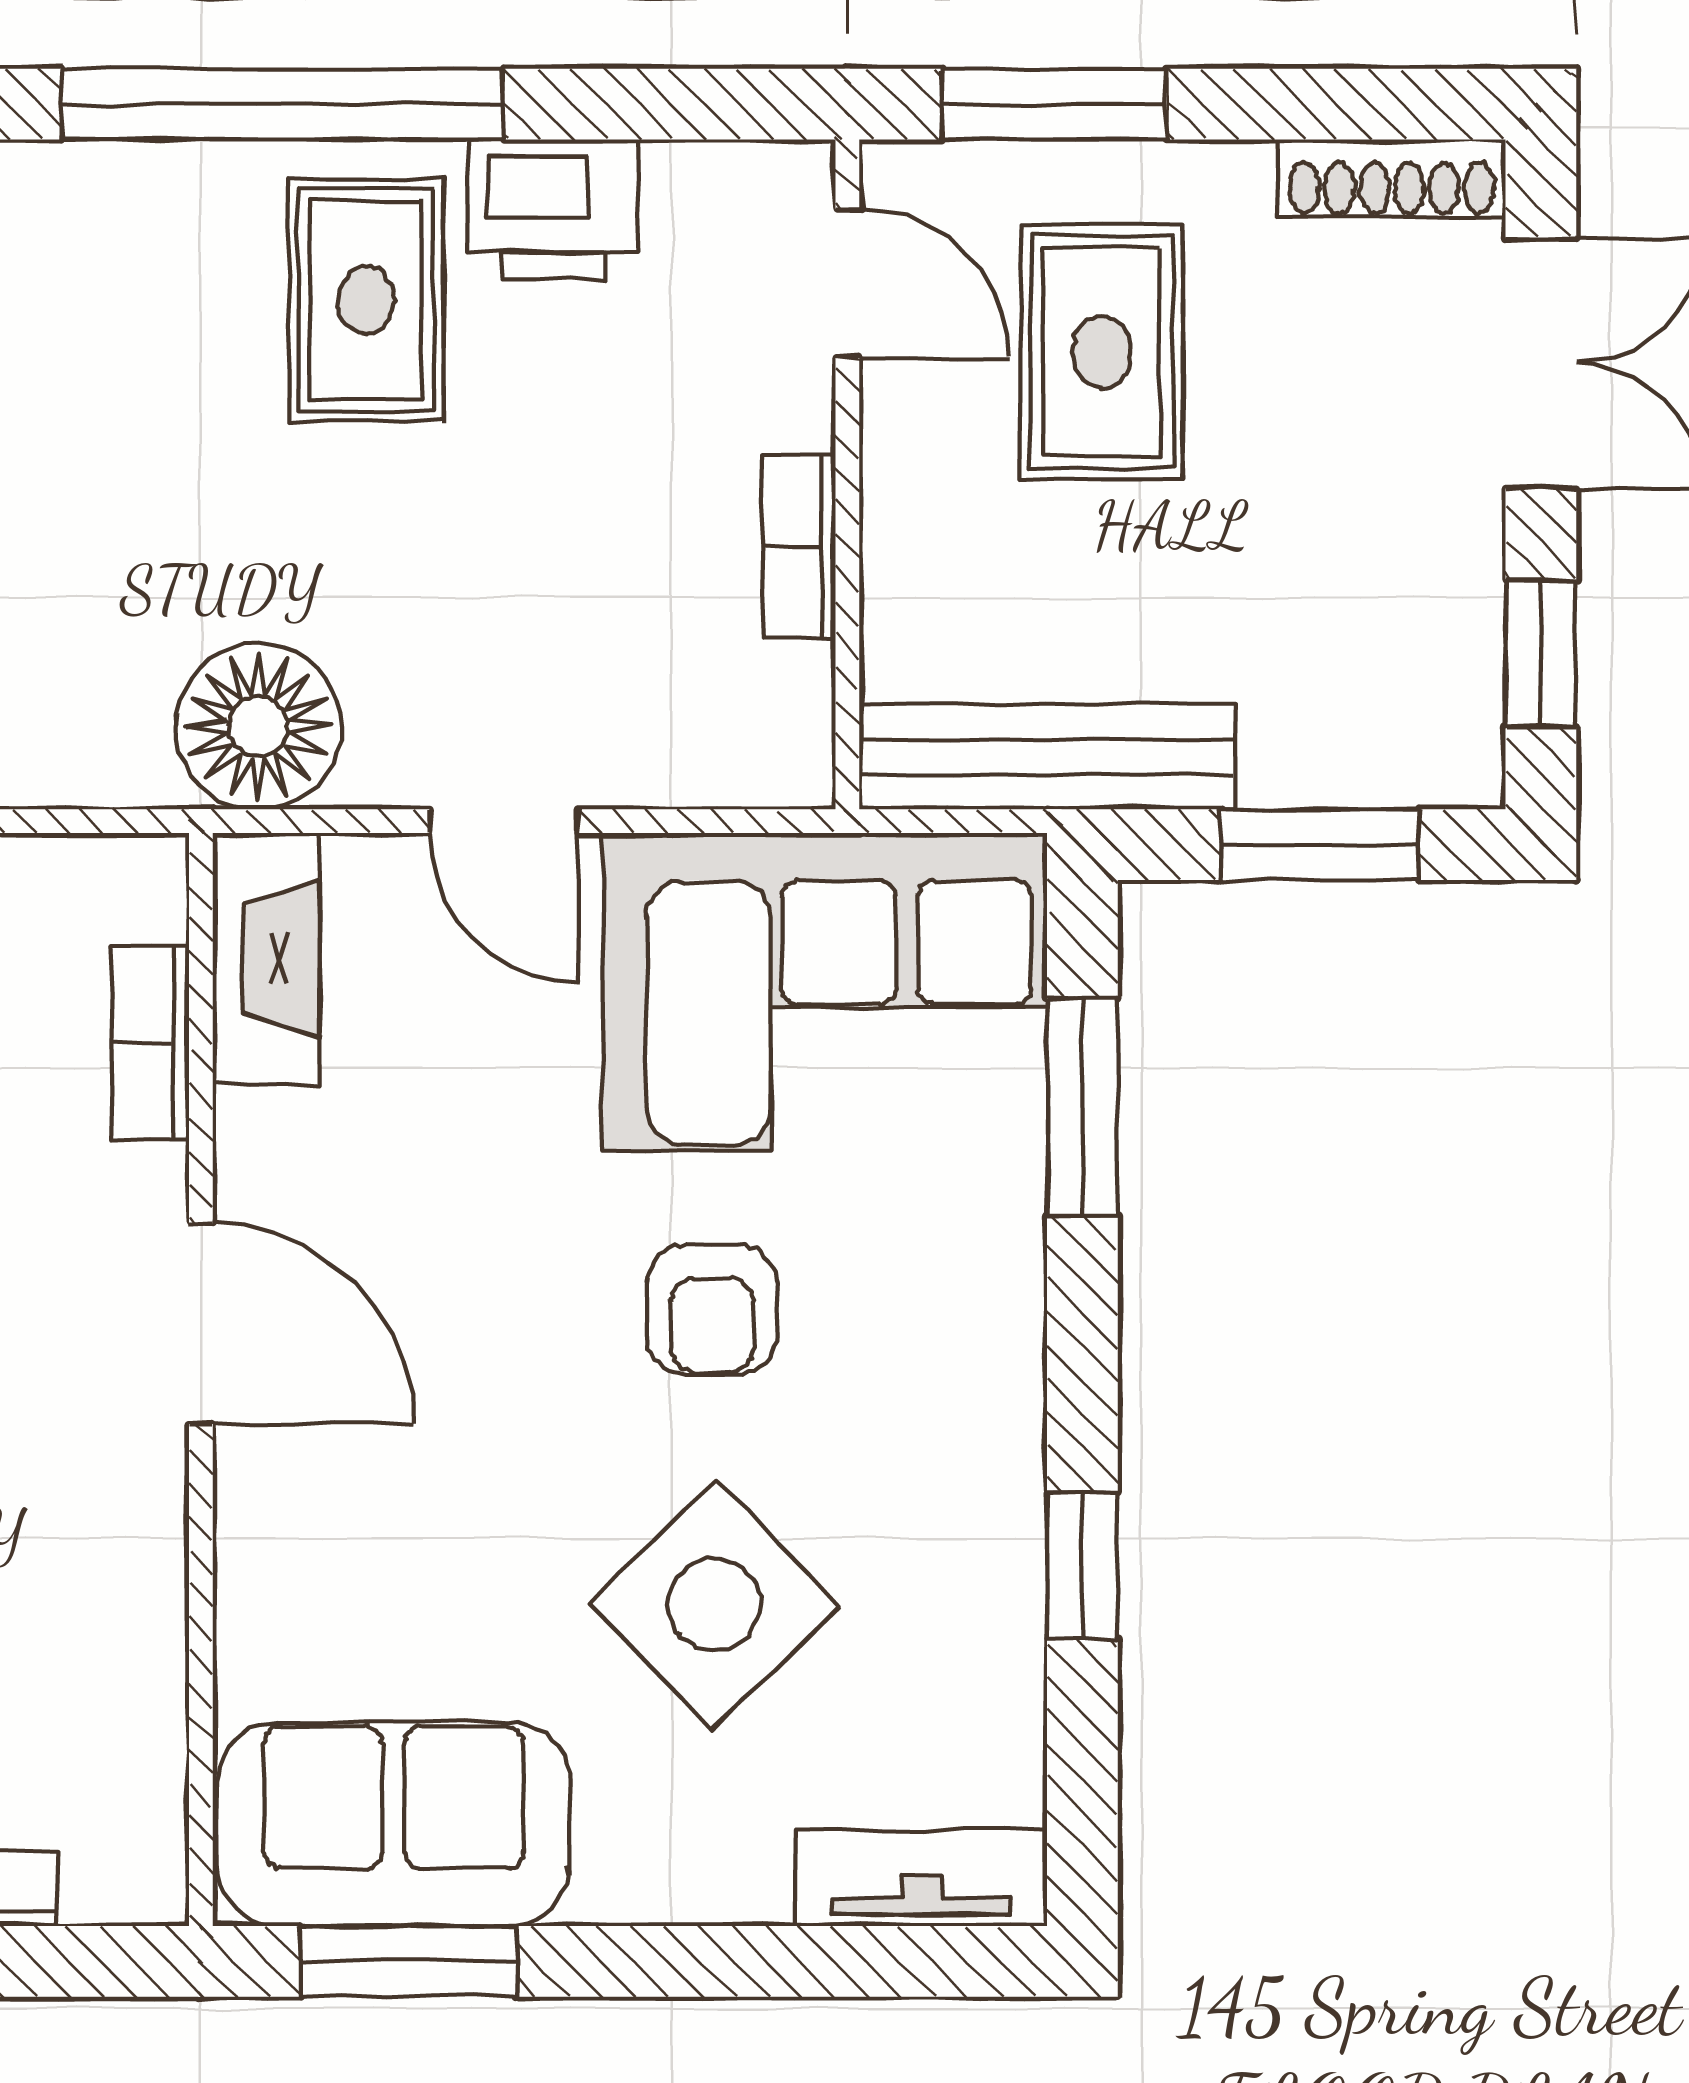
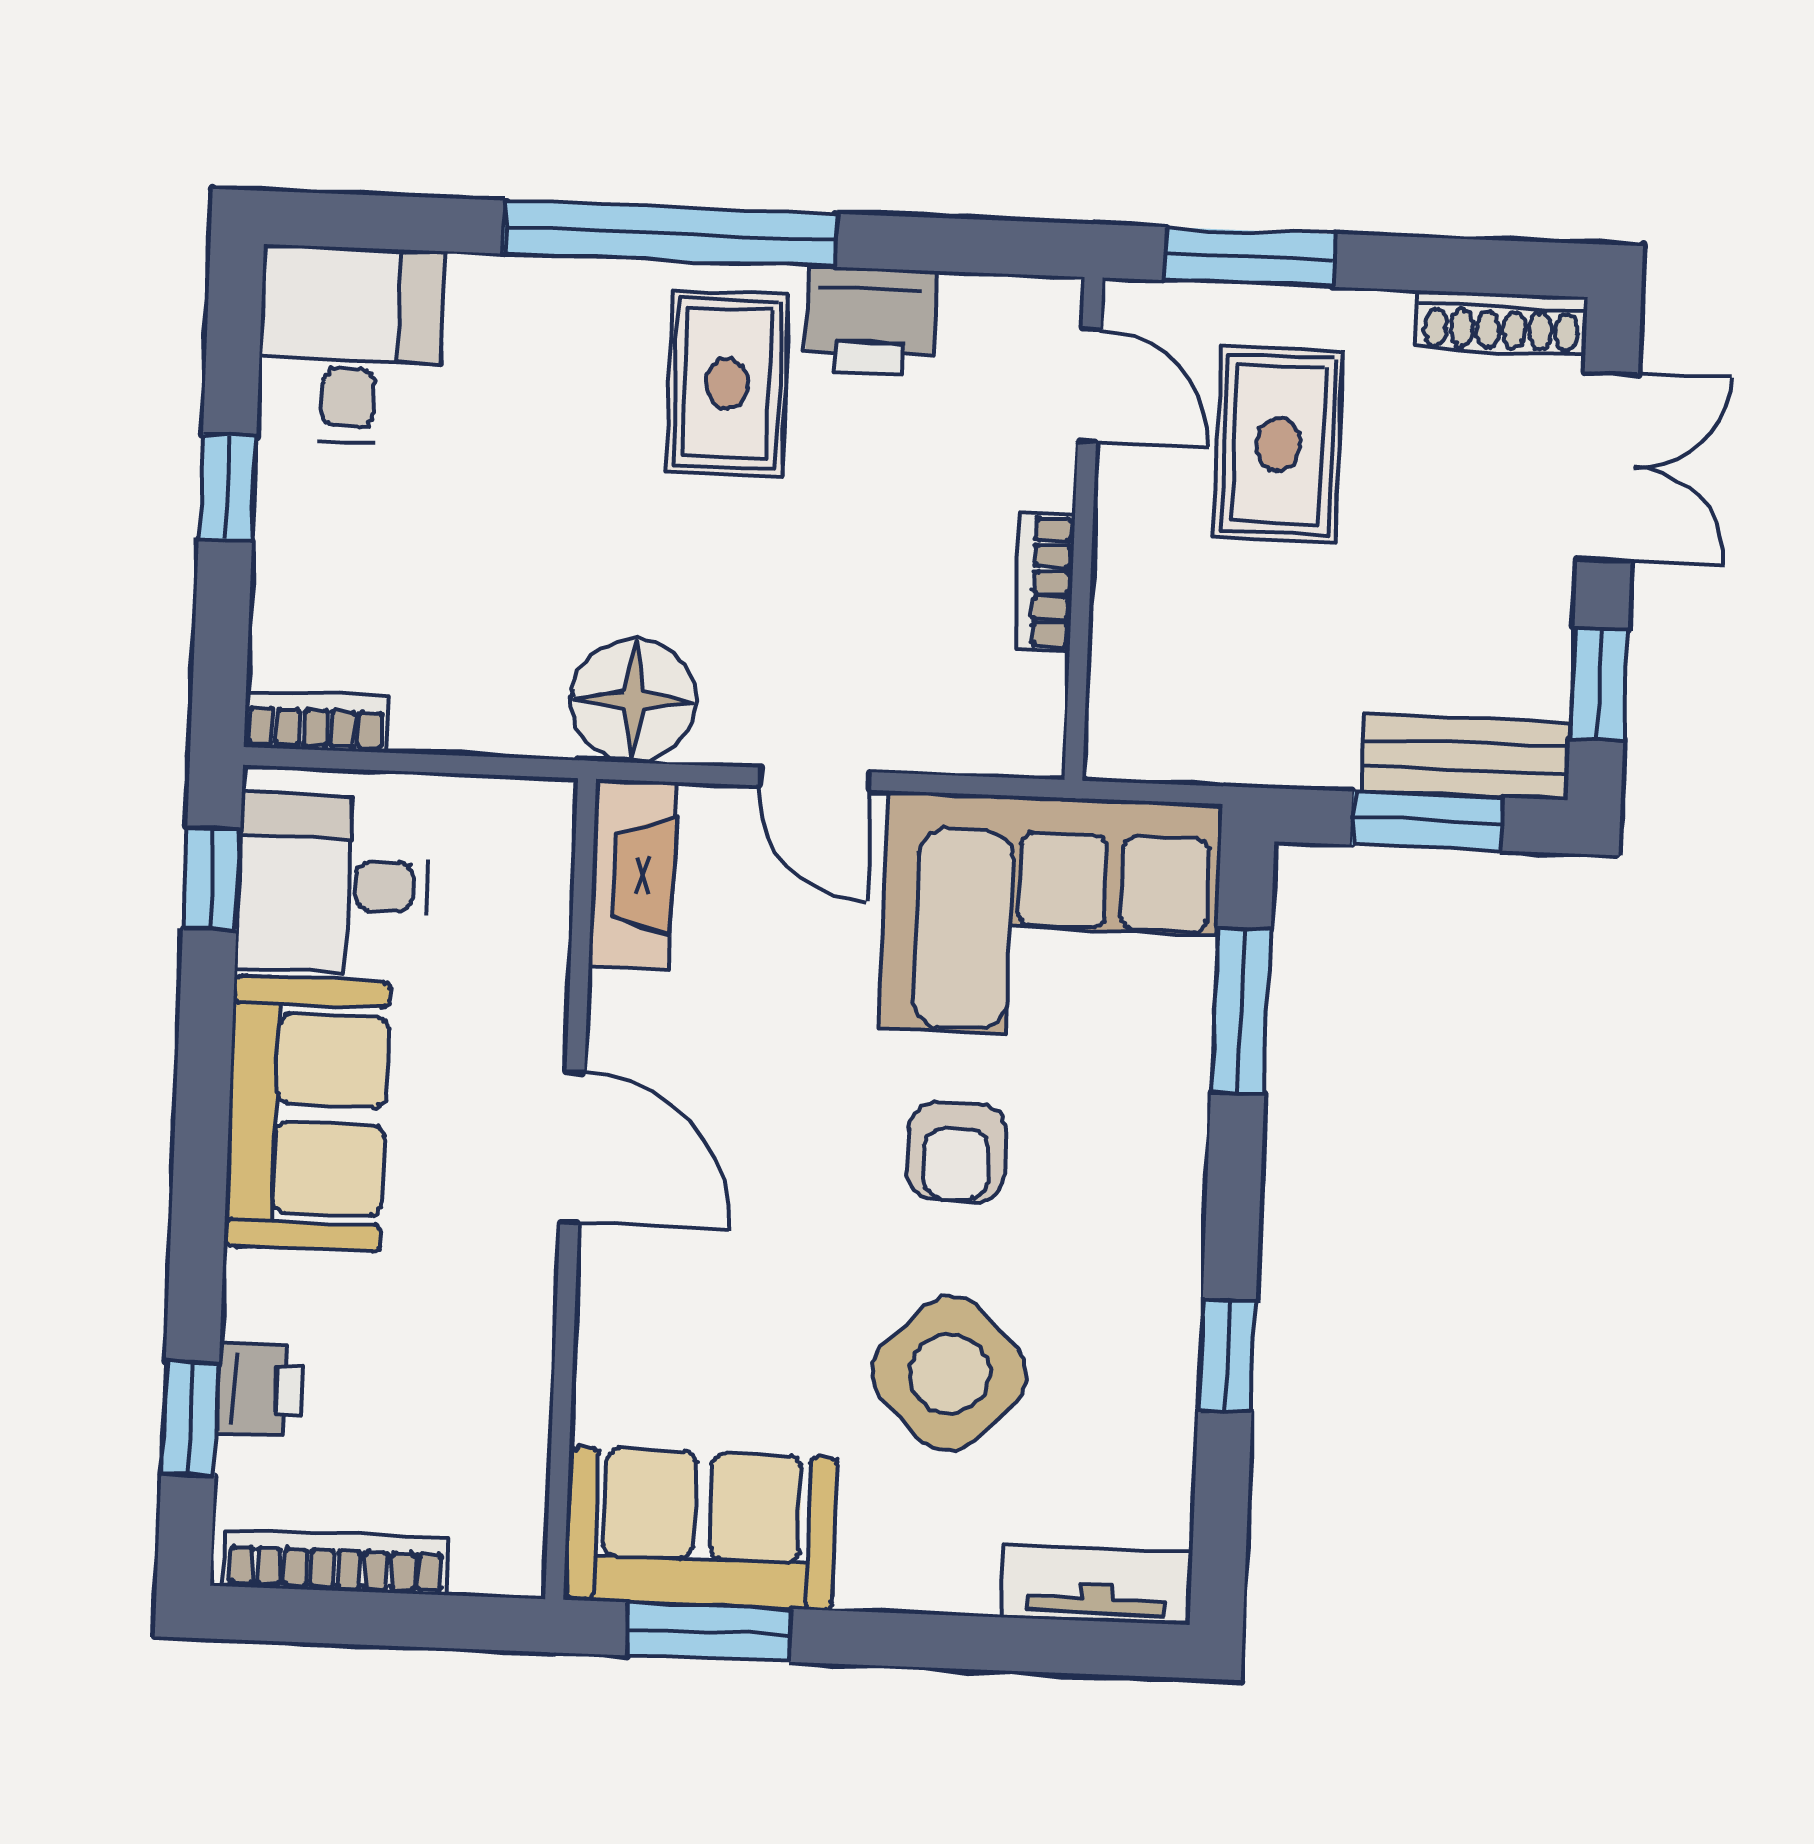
bench: (1047, 757) -> (1466, 757), moved, width x0.73
bookcase: (150, 1044) -> (543, 935), removed

